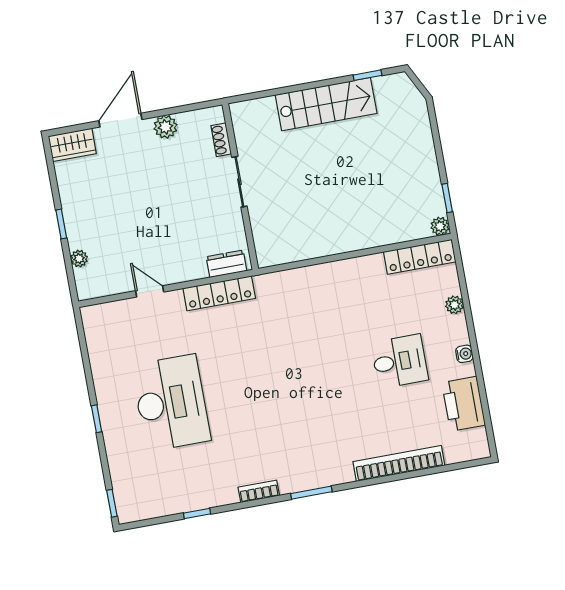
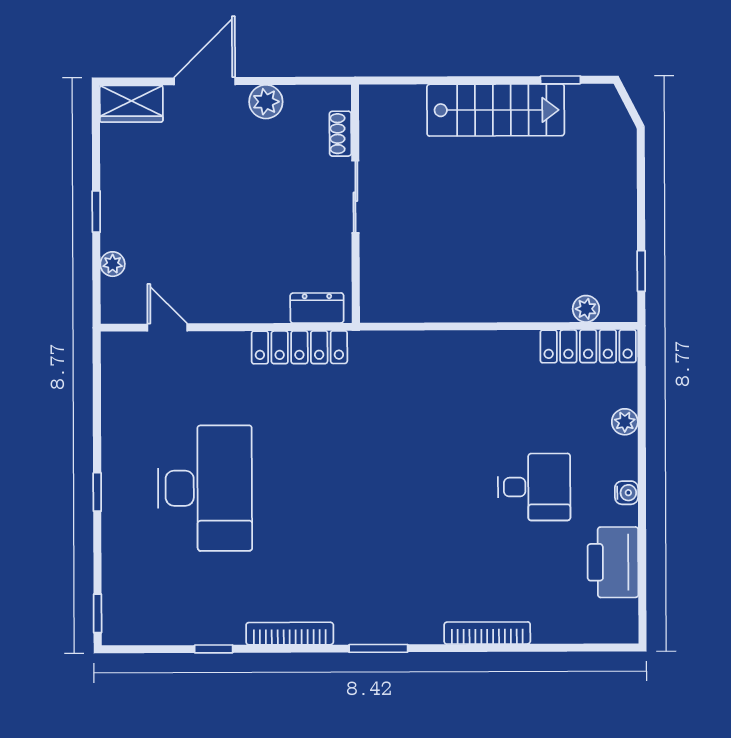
plant: (440, 226) -> (586, 309), moved
door: (150, 291) -> (167, 327), moved
bookcase: (399, 464) -> (487, 633), width x0.68, depth x0.76
bookcase: (259, 491) -> (290, 634), width x1.56

